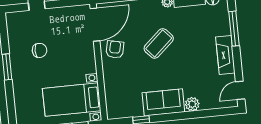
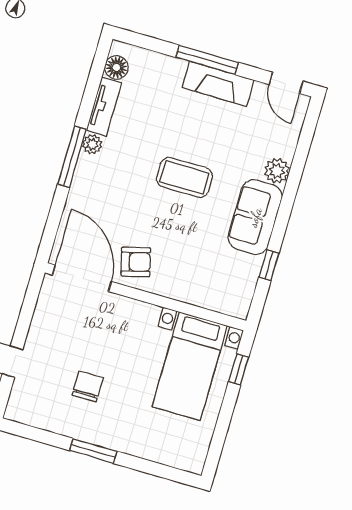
window: (234, 29) -> (207, 60), moved
coffee table: (159, 43) -> (185, 177), moved, turned -48
armchair: (115, 49) -> (136, 262), turned 153

